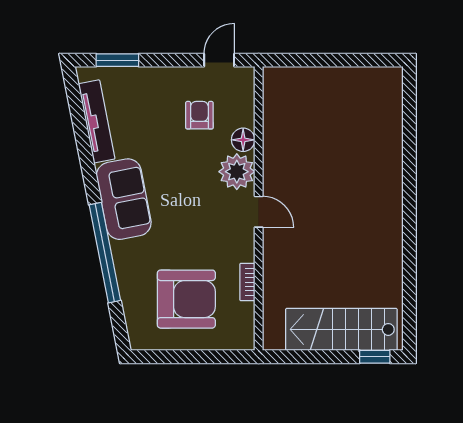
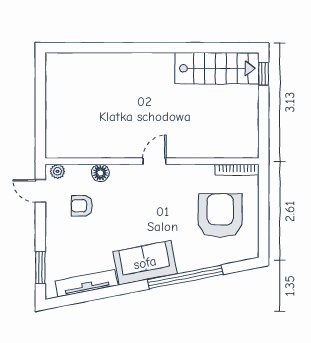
plant: (237, 172) -> (57, 171), moved, width x0.53, depth x0.53
bookcase: (247, 282) -> (237, 170), moved, width x1.56
stairs: (341, 329) -> (217, 68), moved, turned -90

